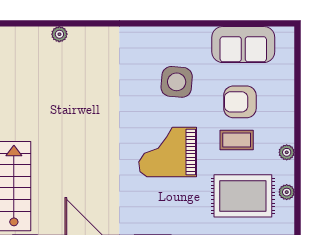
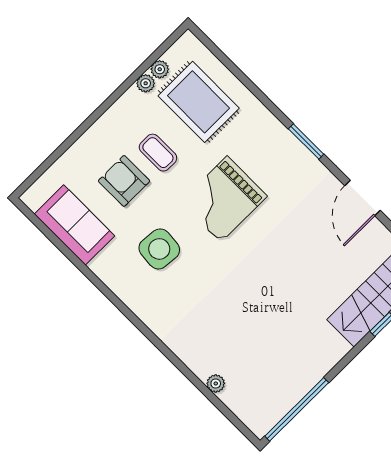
armchair: (240, 102) -> (124, 181), turned 180
grand piano: (168, 152) -> (224, 199), turned 90
plant: (287, 152) -> (146, 83), moved

